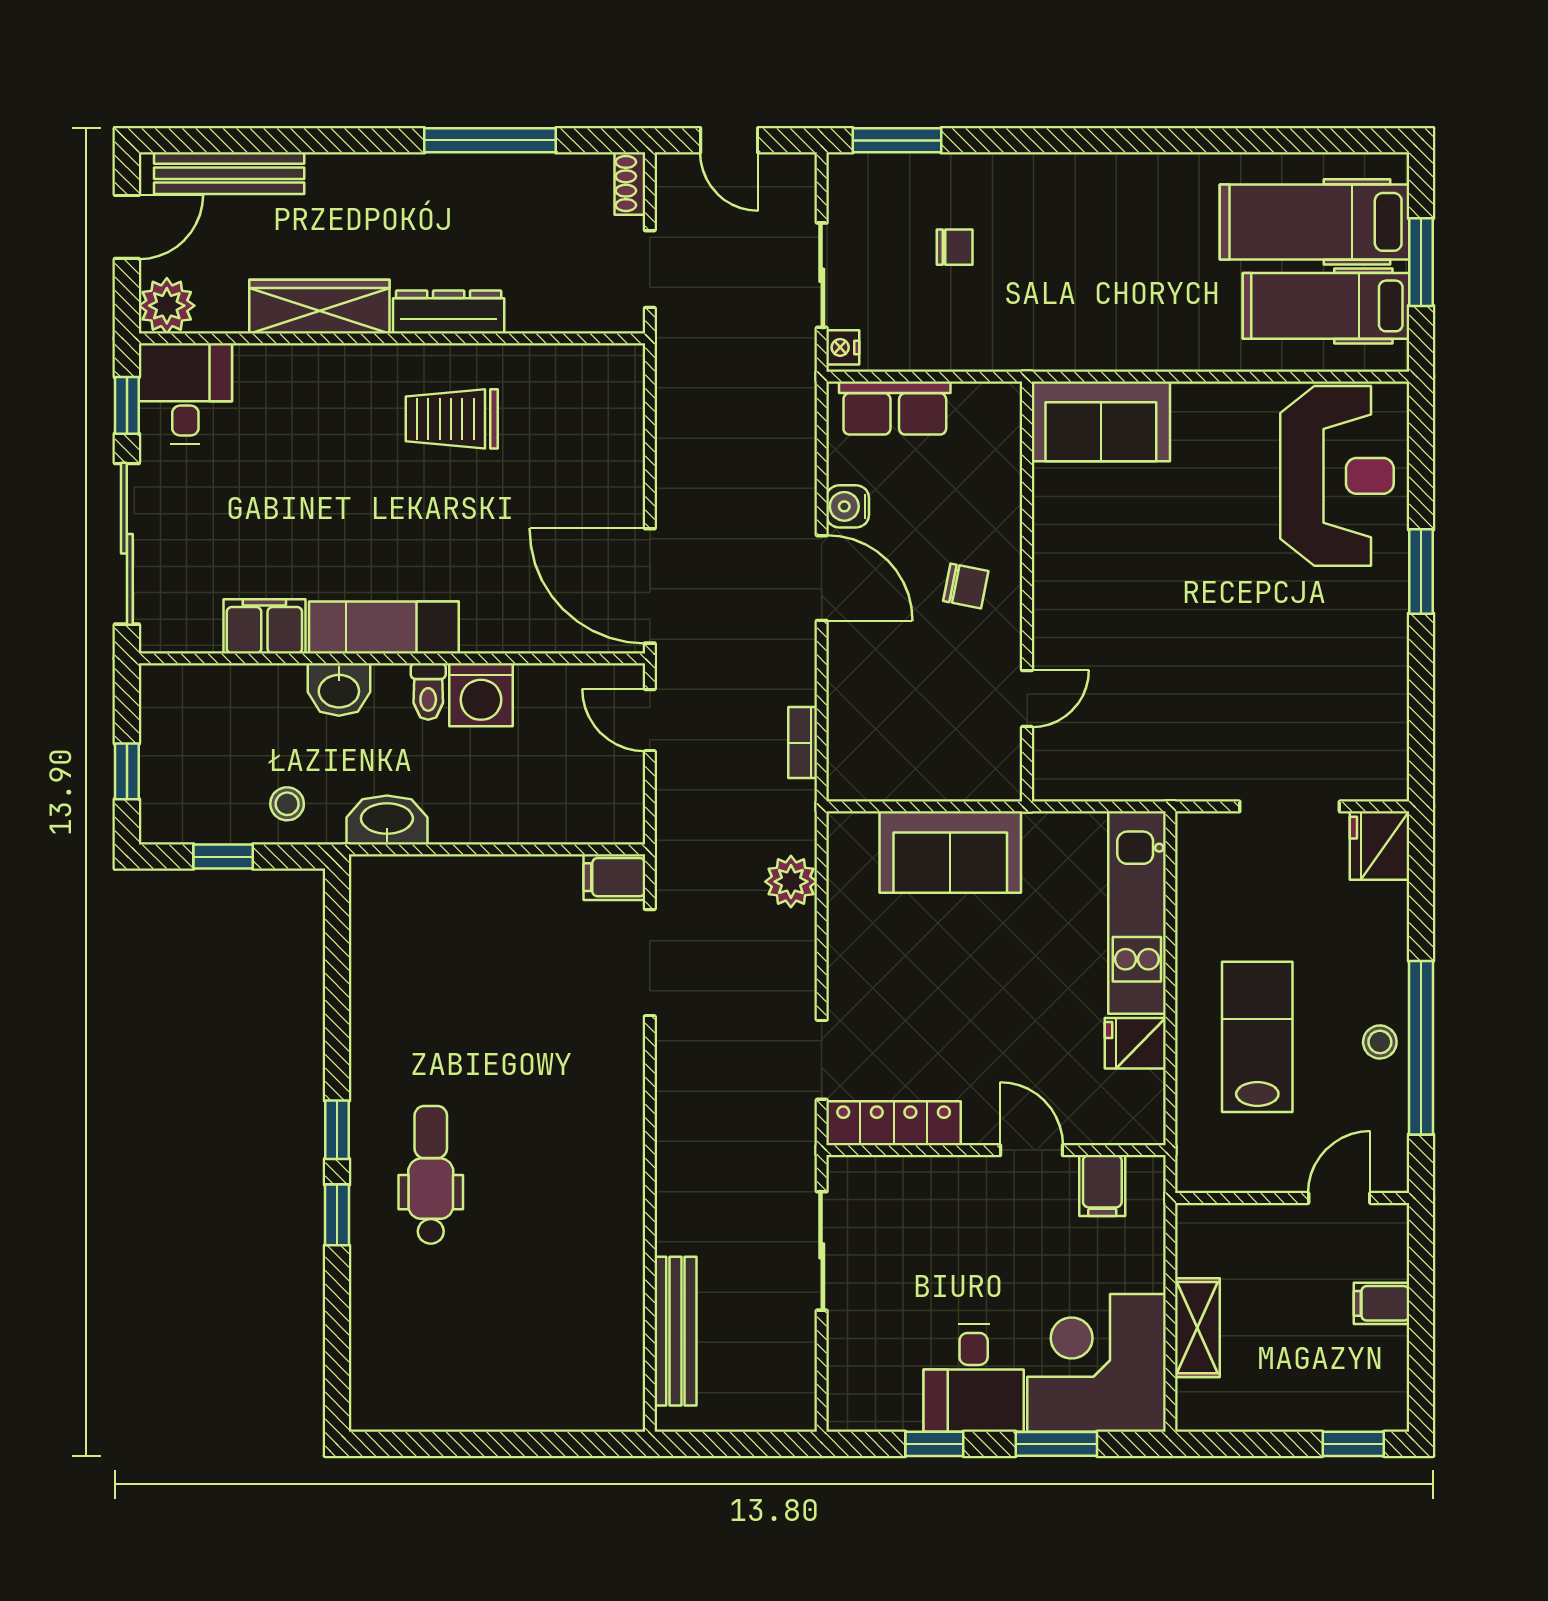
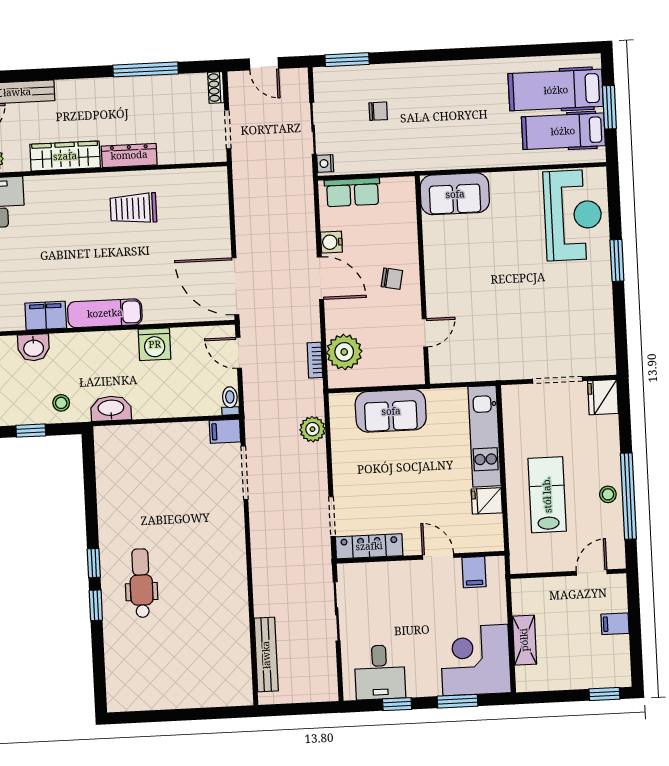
washbasin: (339, 690) -> (34, 348), moved
toilet: (428, 691) -> (230, 401), moved, turned 180
plant: (862, 729) -> (344, 352), added
desk: (974, 1378) -> (380, 672), moved

